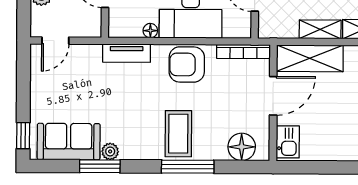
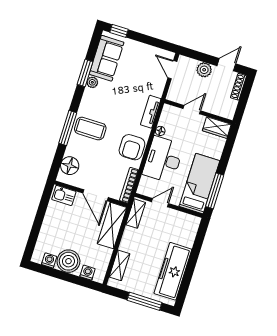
shelving: (320, 29) -> (136, 214), moved
armchair: (187, 64) -> (132, 147), turned 180

